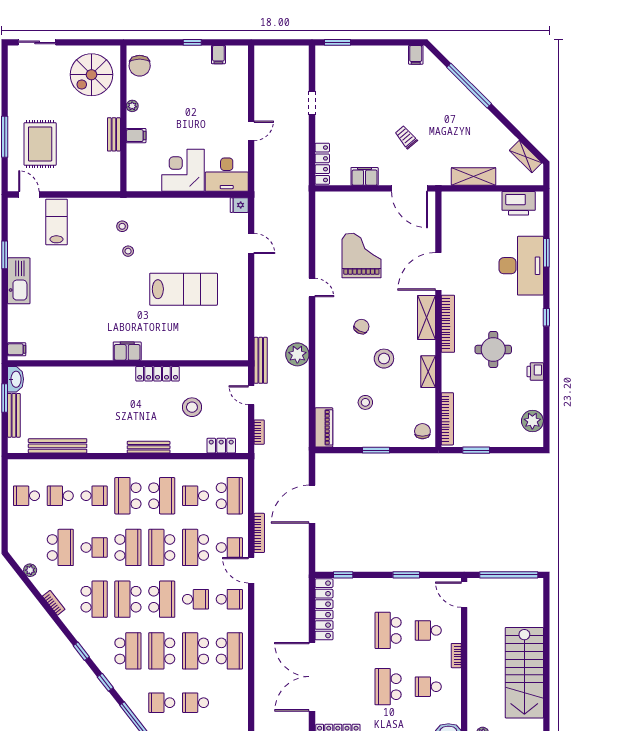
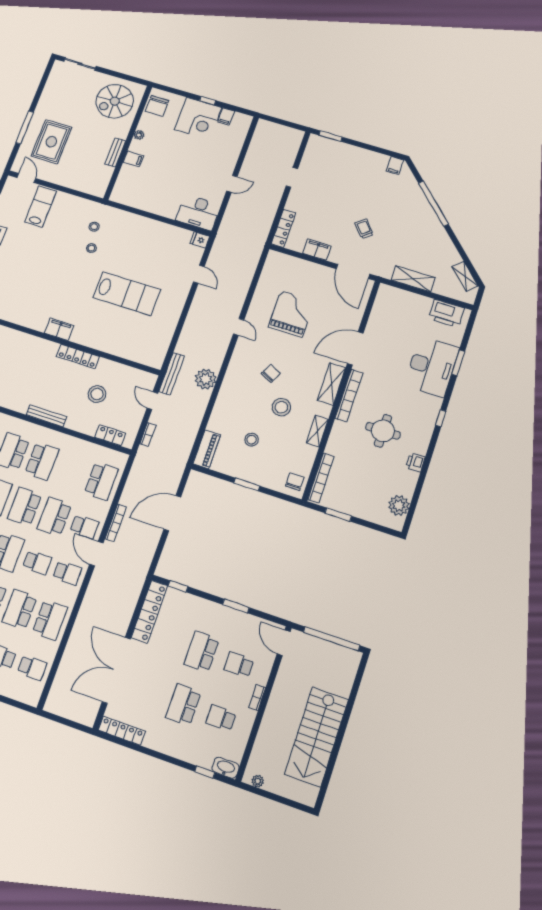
corner desk: (183, 170) -> (198, 118), moved, turned 180
school desk: (196, 496) -> (32, 668), moved, turned 180

